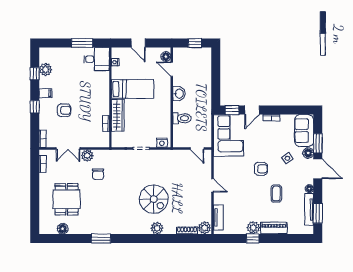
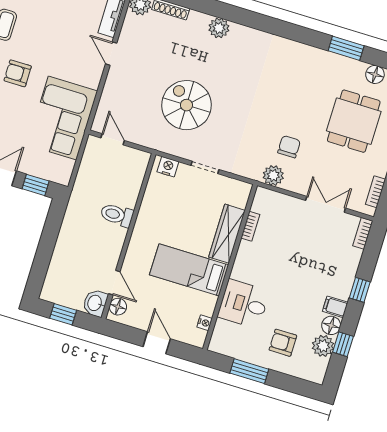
desk: (97, 59) -> (244, 304), moved
floor lamp: (44, 82) -> (331, 325), added
washbasin: (179, 94) -> (95, 303), moved
armchair: (64, 110) -> (283, 343), moved
toilet: (182, 118) -> (117, 215), moved
corner sofa: (228, 135) -> (62, 118), moved
plant: (87, 156) -> (273, 175), moved
door: (212, 185) -> (111, 54), moved
spiral stairs: (154, 199) -> (187, 105), moved
window: (101, 238) -> (346, 48), moved

